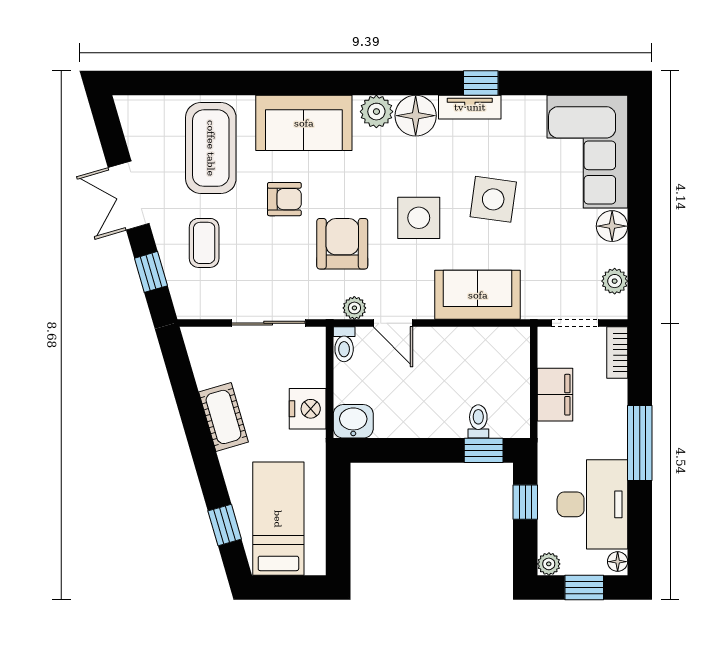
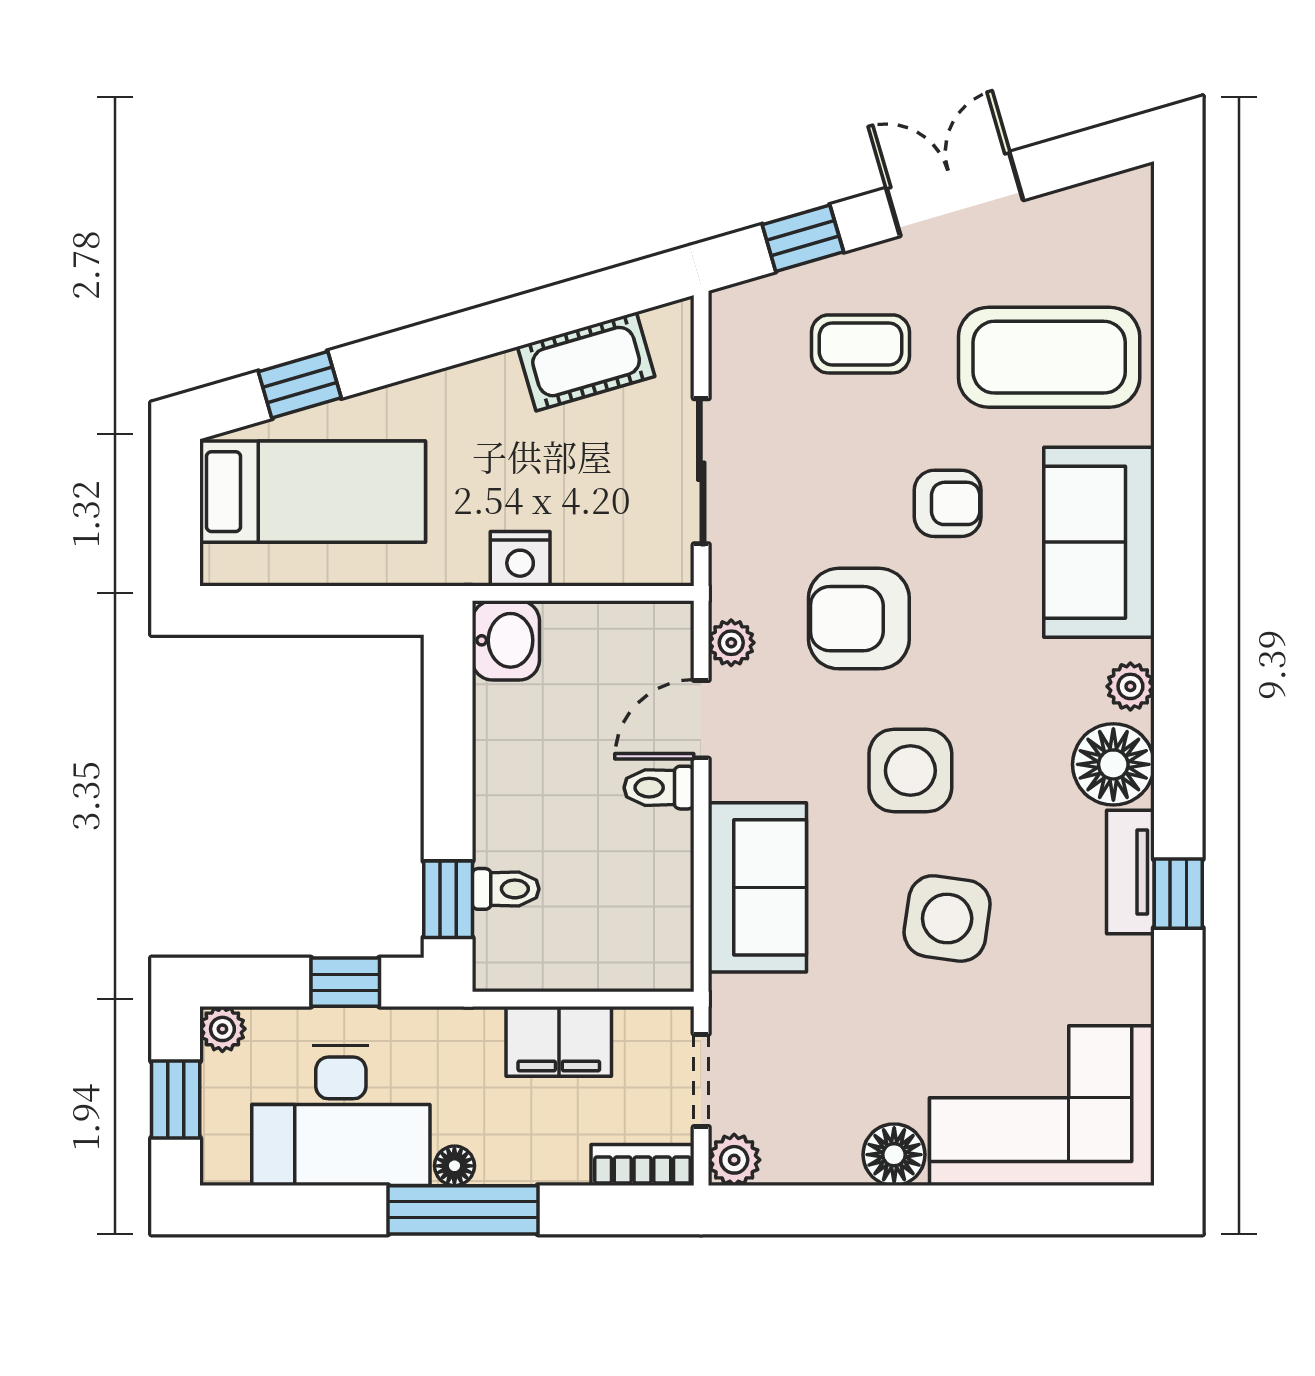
plant: (376, 112) -> (1130, 686), width x0.73, depth x0.73
armchair: (284, 199) -> (948, 503), turned -90
armchair: (342, 244) -> (859, 619), turned 180
plant: (615, 281) -> (734, 1160), moved
toilet: (344, 344) -> (659, 788), moved
nightstand: (308, 409) -> (520, 559), width x0.74, depth x0.75
cot: (223, 417) -> (586, 362), moved
floor lamp: (618, 562) -> (454, 1166), moved

